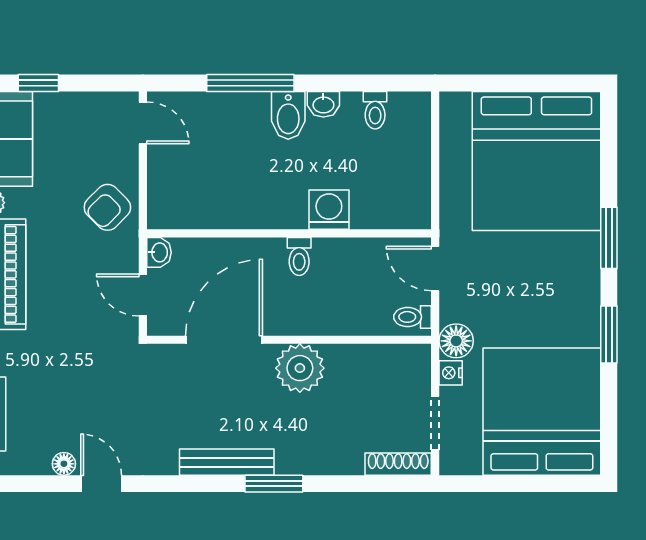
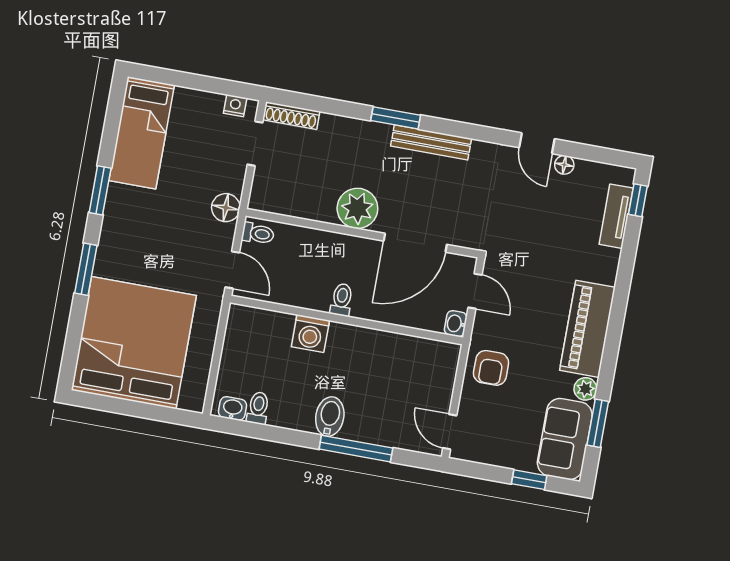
washbasin: (323, 104) -> (233, 408), moved
armchair: (107, 207) -> (491, 368), turned 135
nightstand: (451, 373) -> (235, 106), moved, turned -90
bed: (542, 412) -> (142, 133), width x0.49

